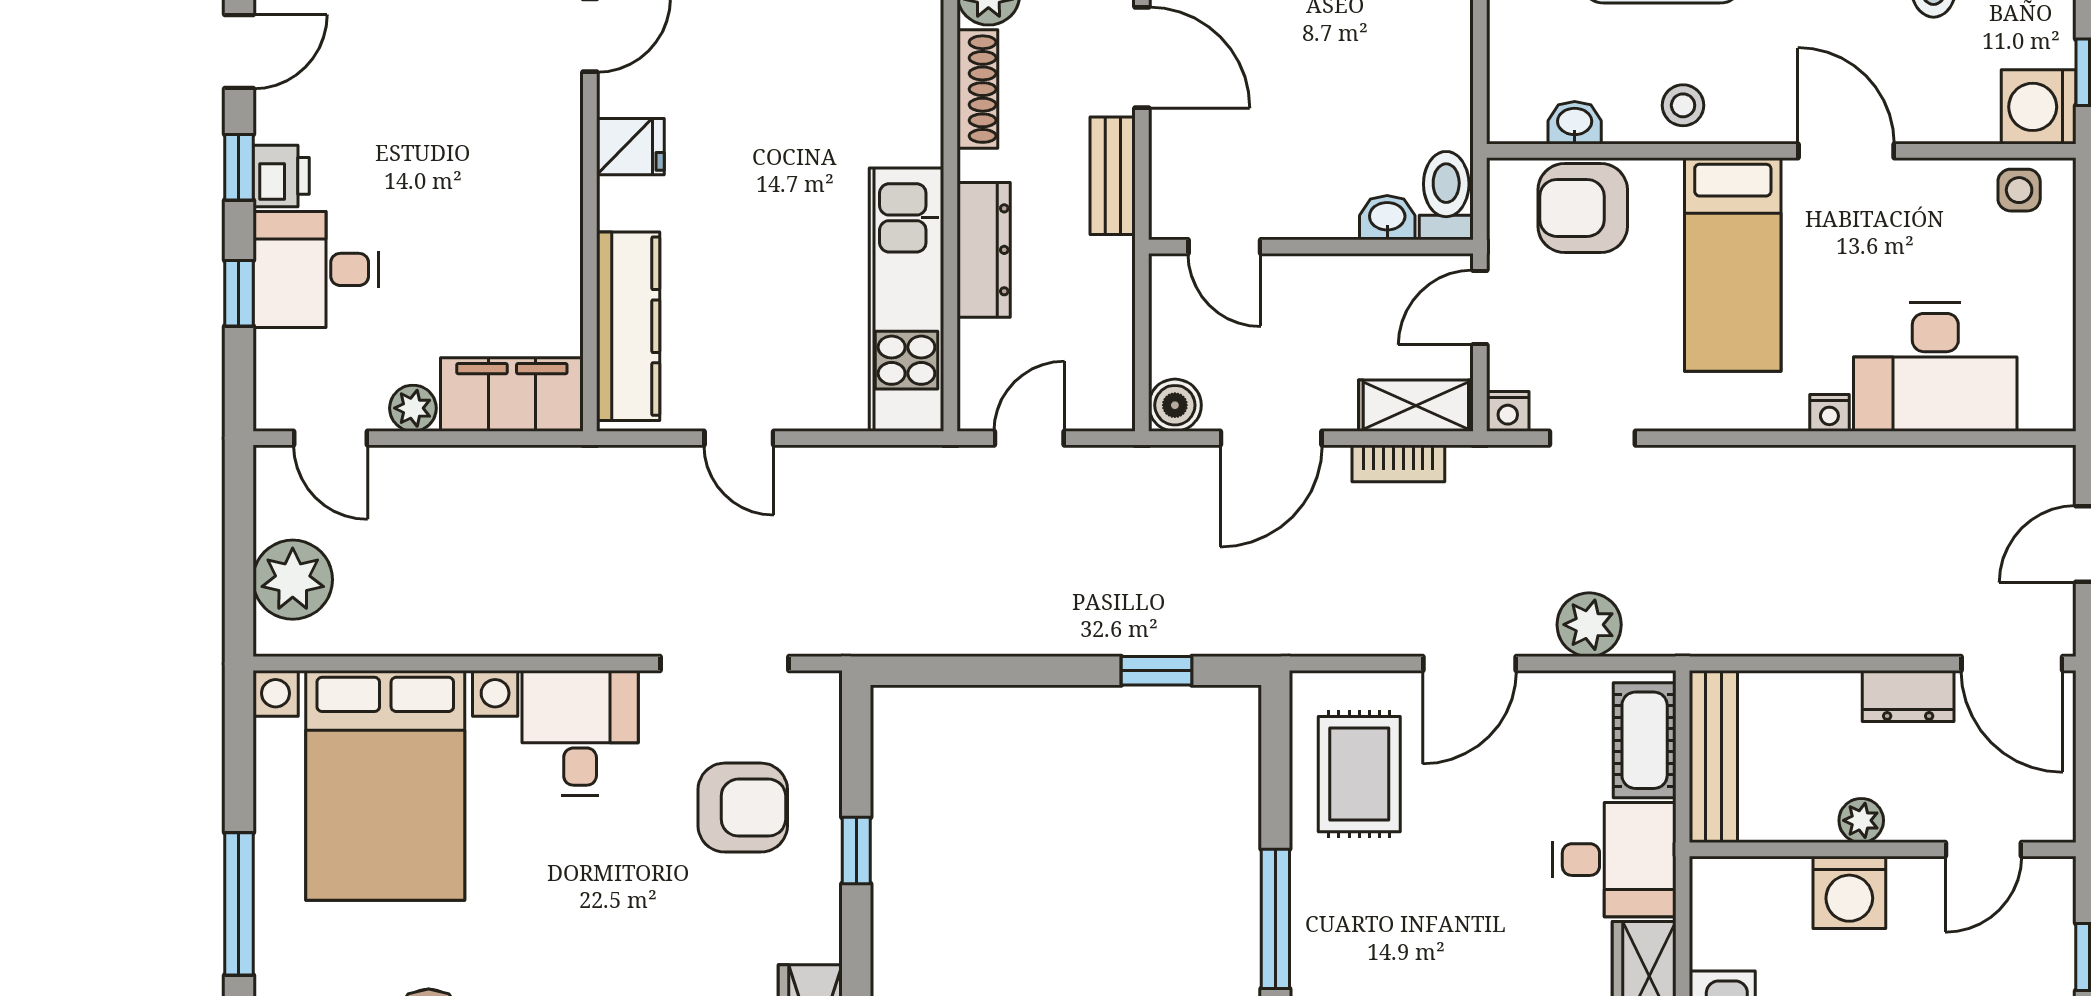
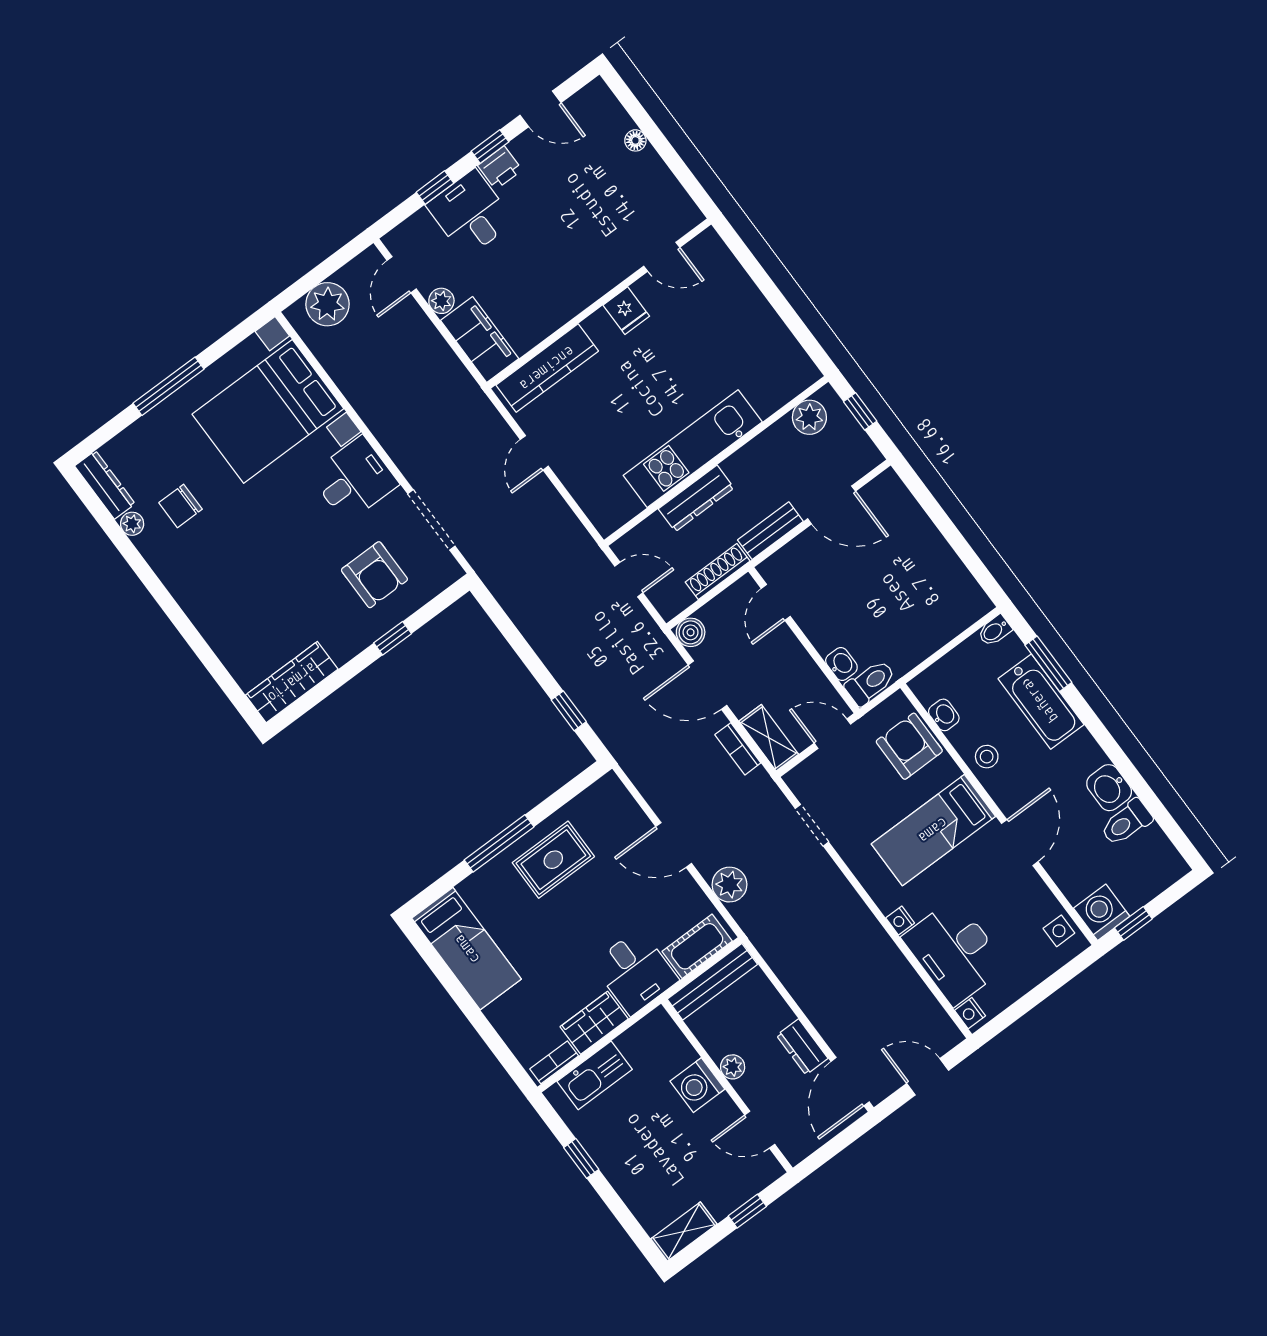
door: (1142, 58) -> (832, 505), hinge flipped
shoe rack: (977, 89) -> (718, 572), moved, turned 180
kitchen unit: (906, 300) -> (693, 449), moved
nightstand: (1508, 411) -> (970, 1013), moved
rug: (1359, 774) -> (553, 860), moved

